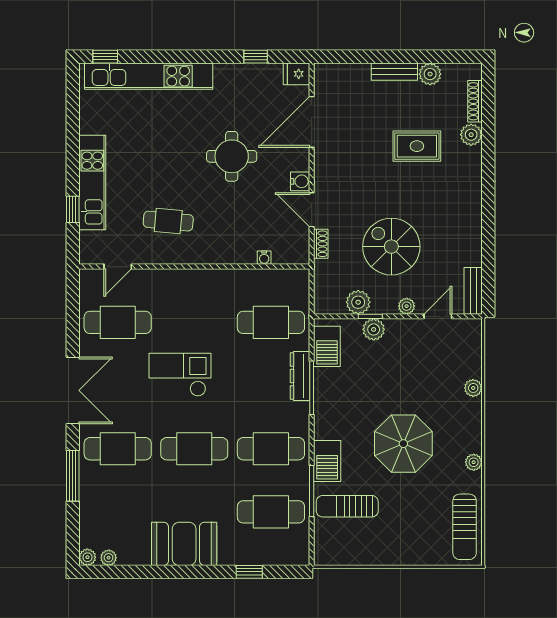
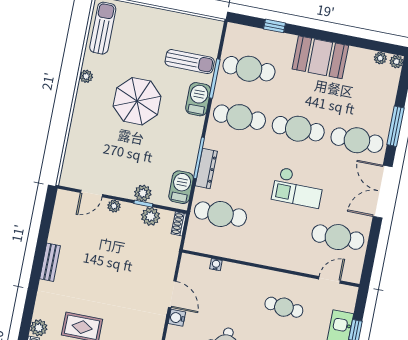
shoe rack: (321, 244) -> (179, 224), moved
spiral stairs: (391, 247) -> (117, 254), removed
bench: (473, 291) -> (50, 262), moved
plant: (473, 388) -> (75, 133), removed

